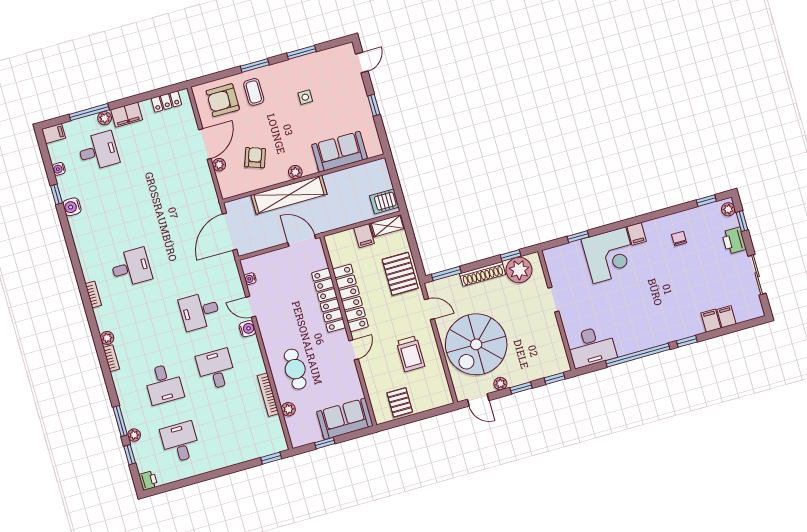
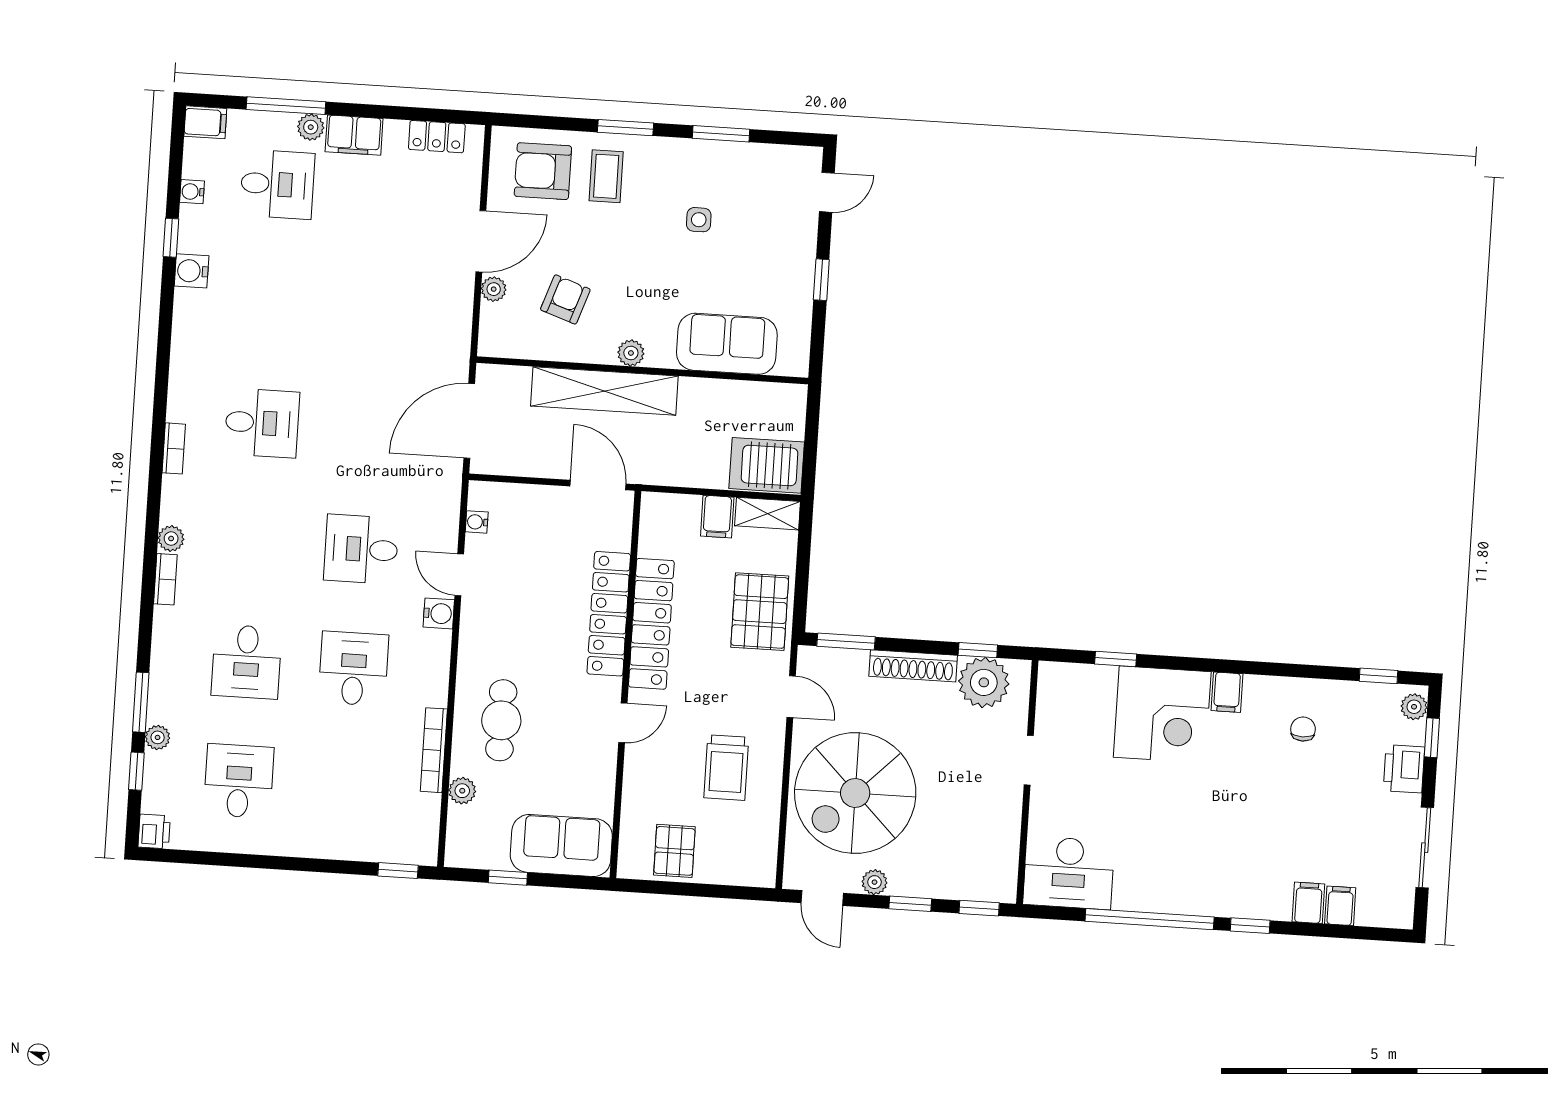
server rack: (384, 201) -> (767, 465), width x1.36, depth x1.44

